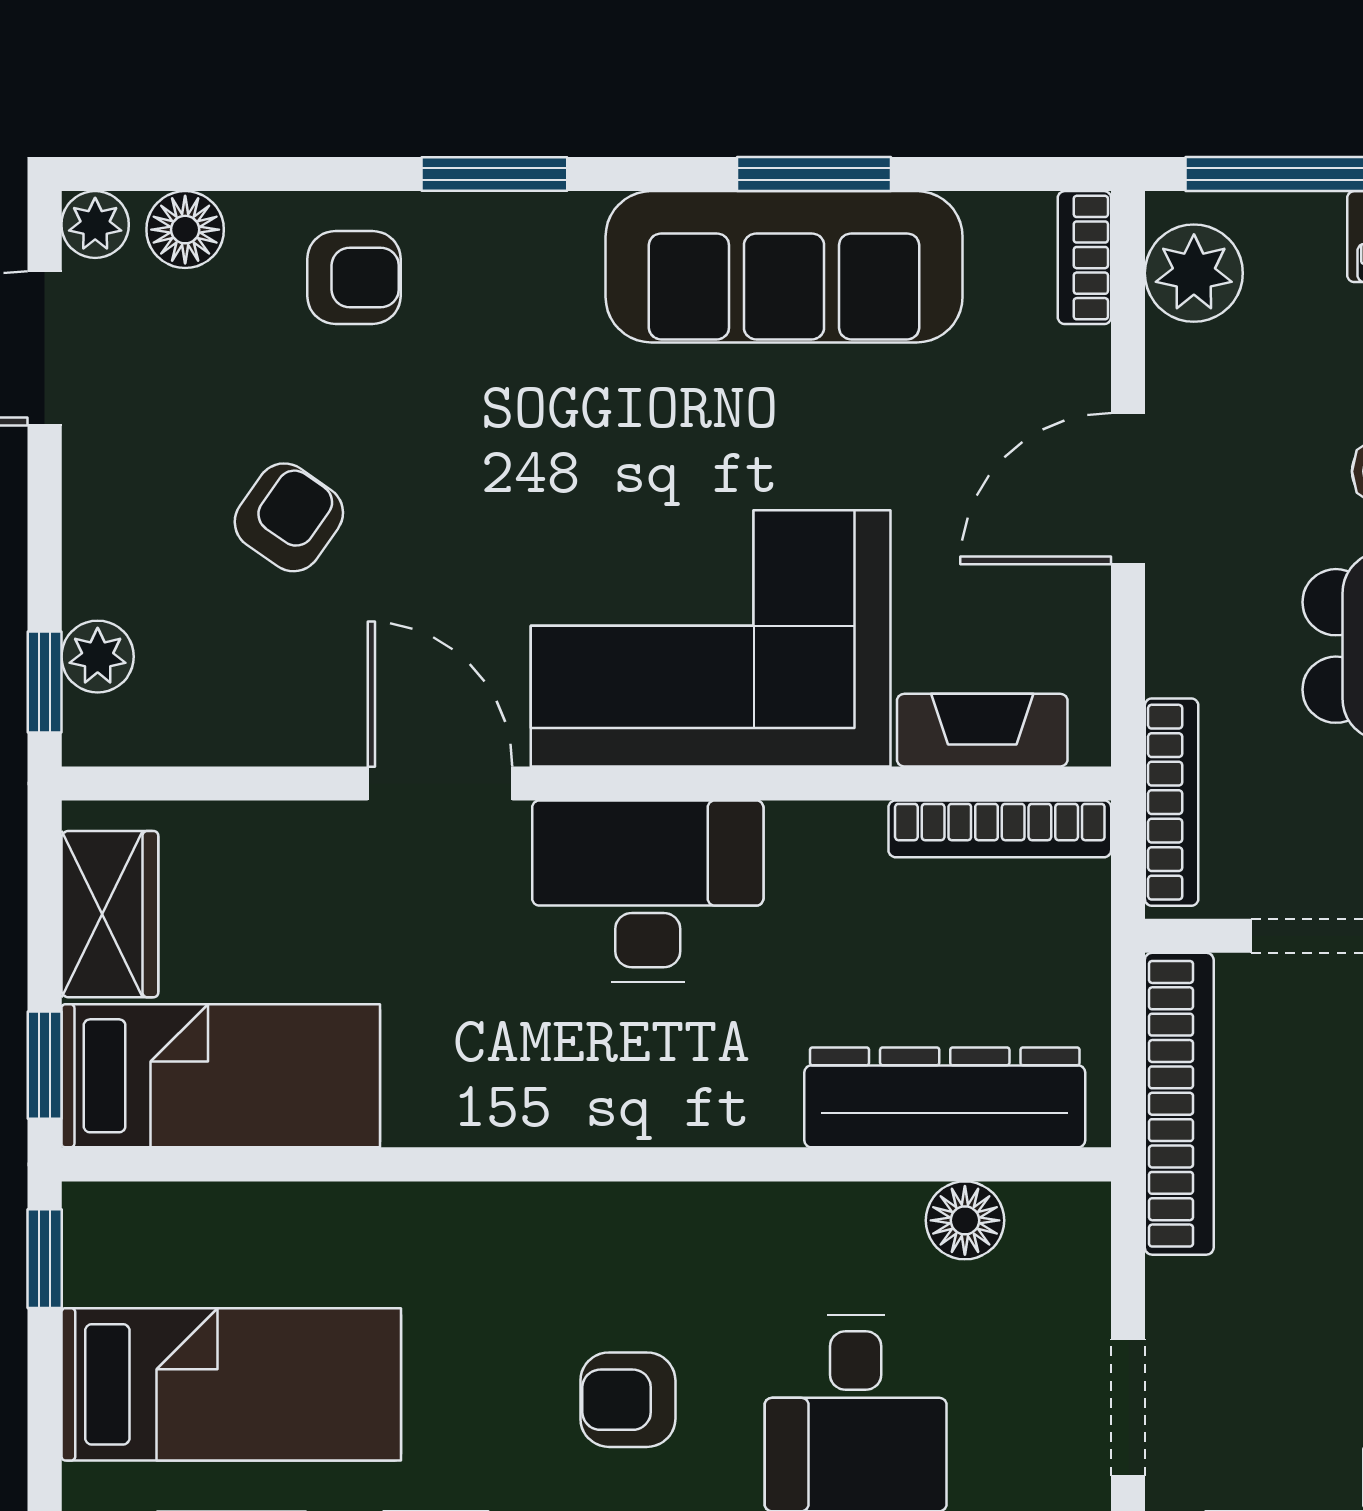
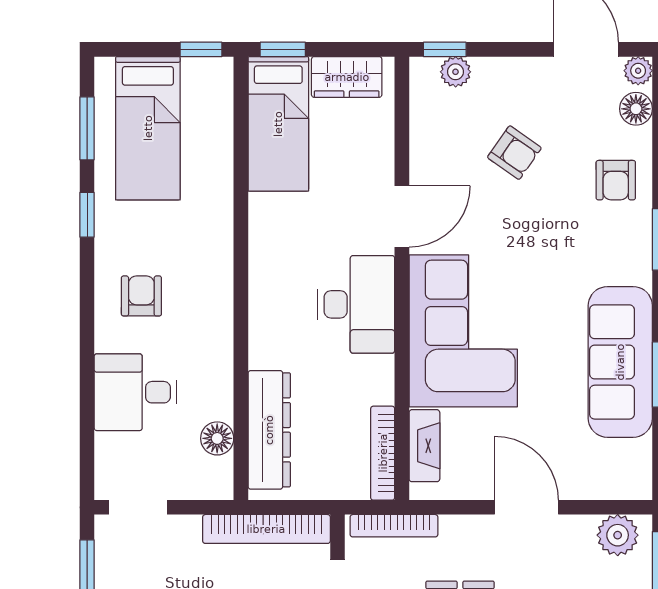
bookcase: (1084, 258) -> (624, 489), removed

